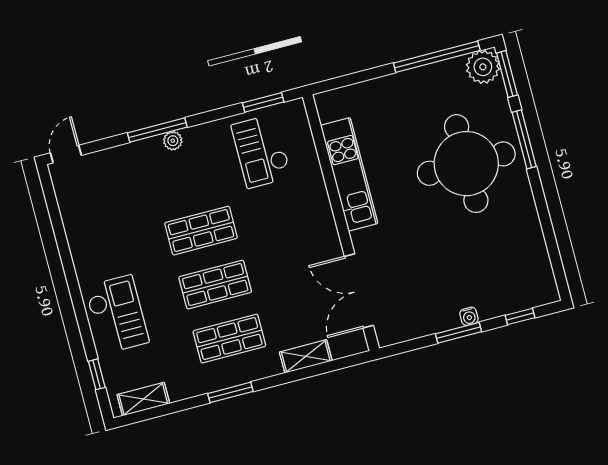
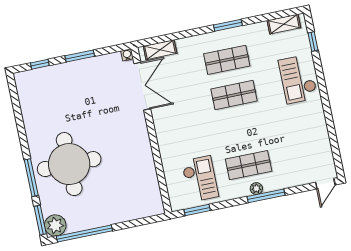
kitchen unit: (349, 174) -> (144, 161), removed
shop shelf: (201, 231) -> (249, 165), moved
water cooler: (469, 316) -> (127, 55), moved
shelving: (306, 356) -> (160, 50), moved

